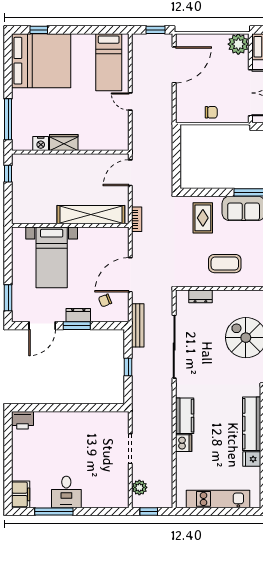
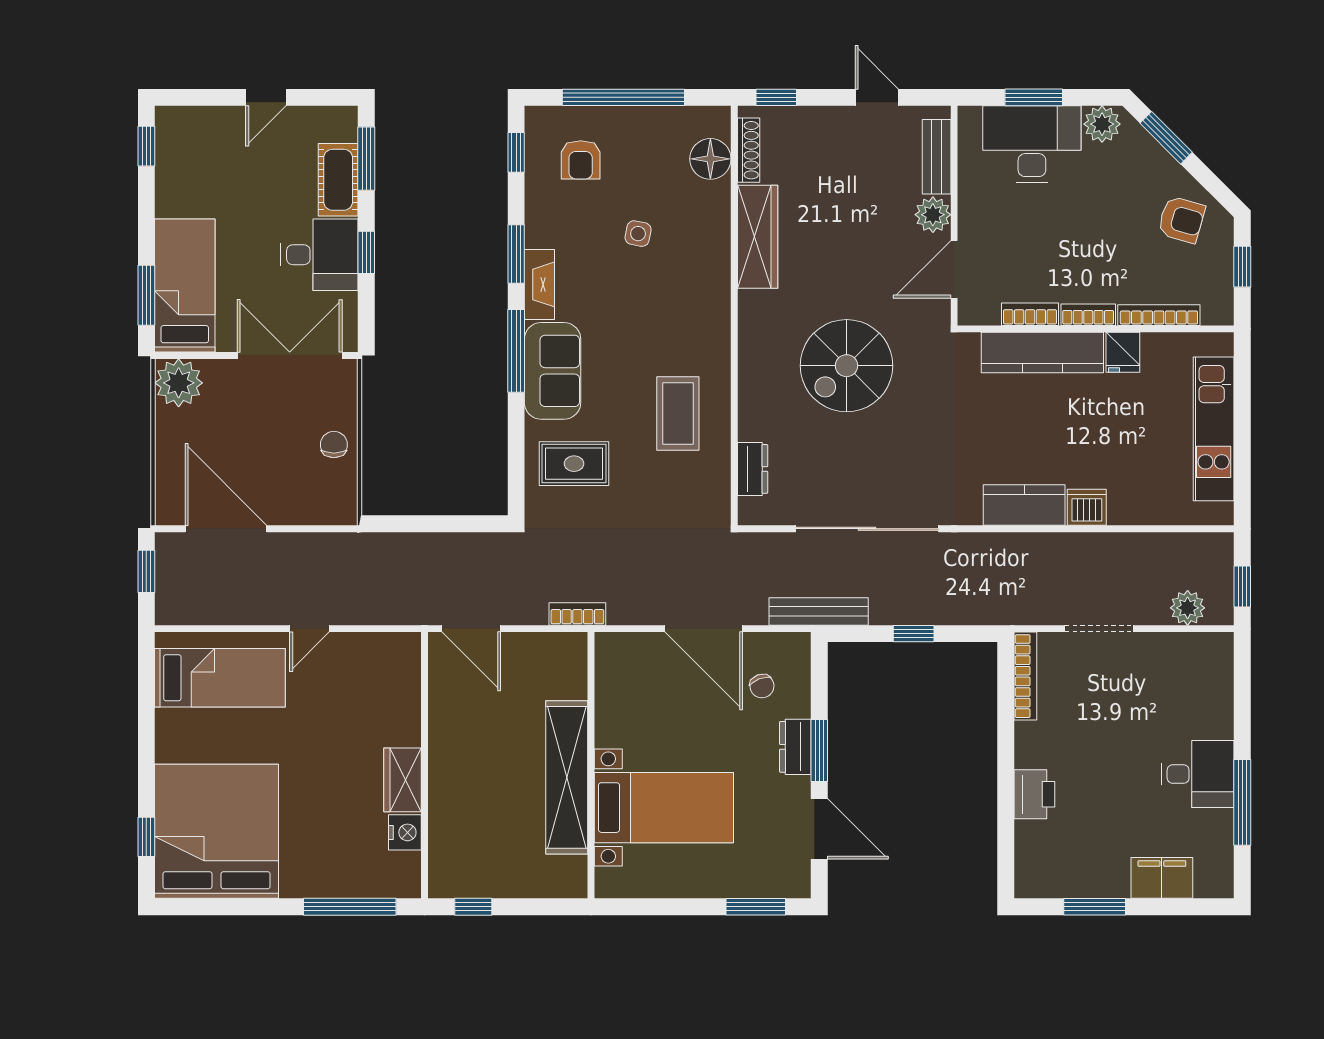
shelving: (91, 215) -> (567, 777), moved
bookcase: (109, 416) -> (1025, 676), added
printer: (22, 420) -> (1034, 794), moved
window: (8, 447) -> (1095, 907), added
filing cabinet: (21, 494) -> (1162, 878), moved

